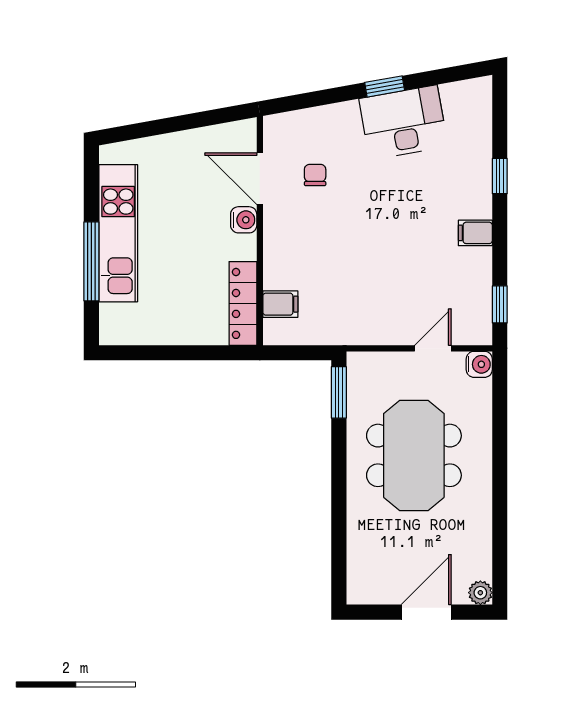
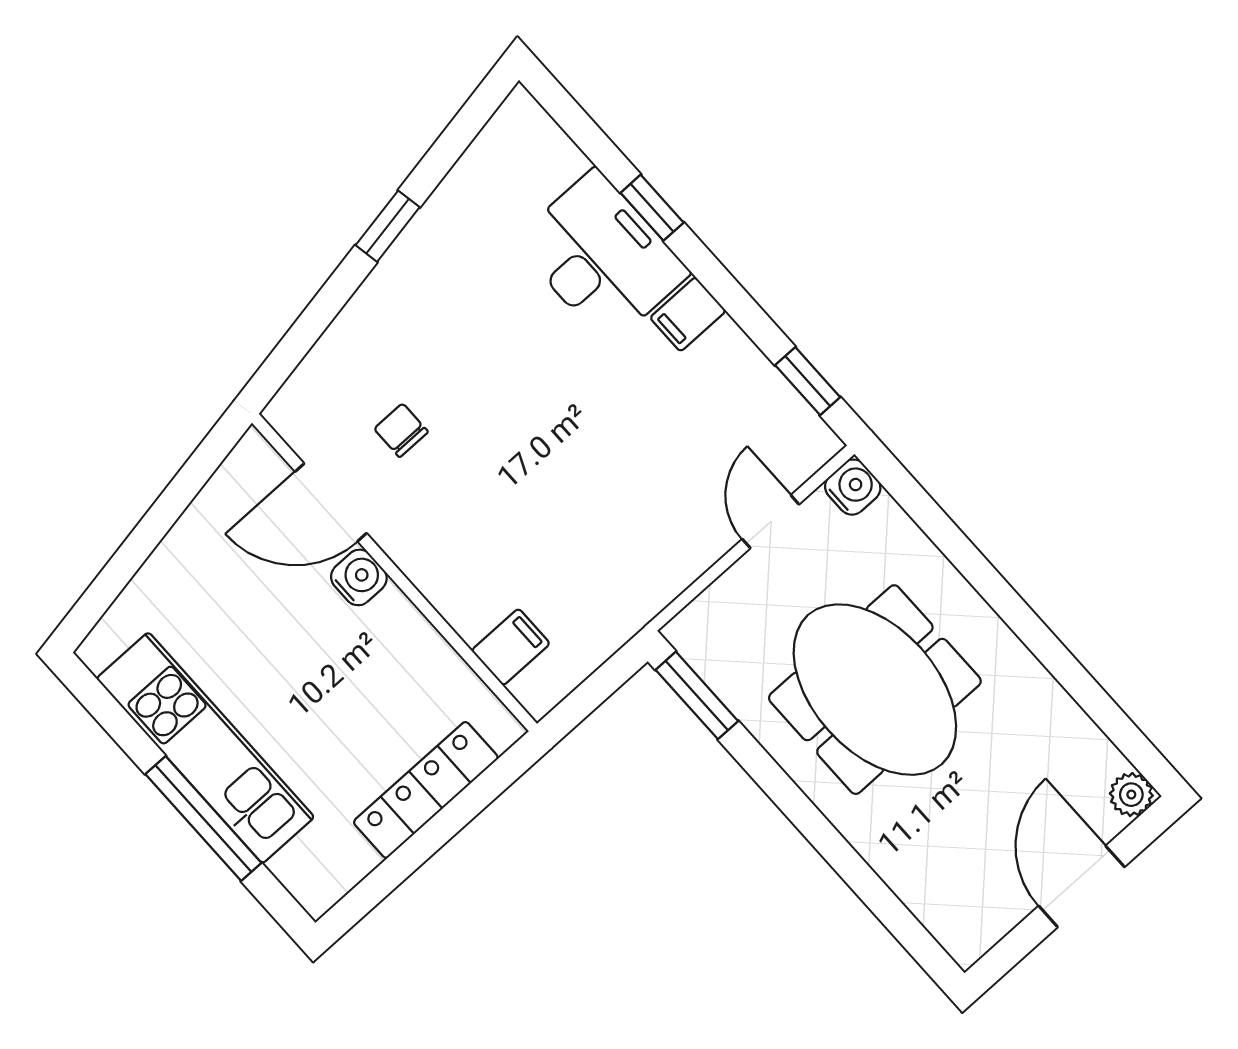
desk: (403, 123) -> (602, 257), moved, turned 100
locker: (243, 303) -> (426, 790), moved, turned 90

